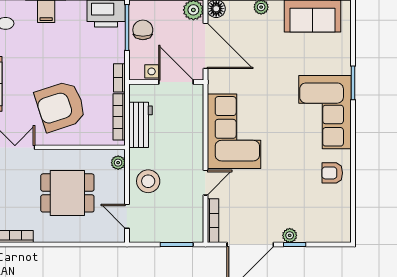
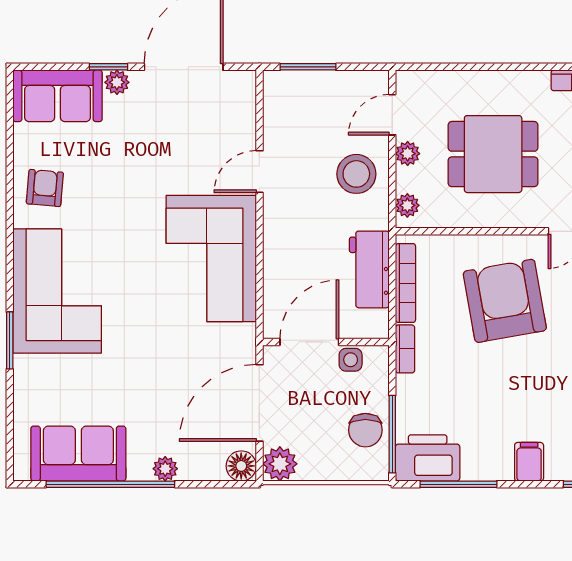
door: (205, 46) -> (259, 403), hinge flipped
door: (176, 82) -> (309, 342), swing flipped
armchair: (60, 106) -> (505, 301), turned -82
armchair: (332, 173) -> (45, 188), turned -85
plant: (118, 193) -> (408, 154), added
door: (127, 216) -> (392, 115), swing flipped
bookcase: (213, 221) -> (247, 107), removed
sofa: (325, 227) -> (57, 96), added

